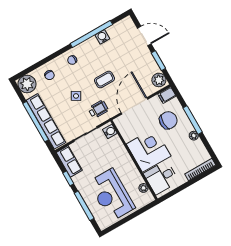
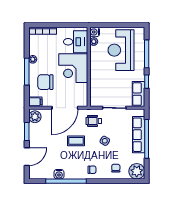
door: (144, 36) -> (27, 157), swing flipped
row of seats: (46, 121) -> (139, 135), width x0.73
water cooler: (110, 131) -> (95, 32), moved
reception desk: (112, 195) -> (121, 50), turned 180

